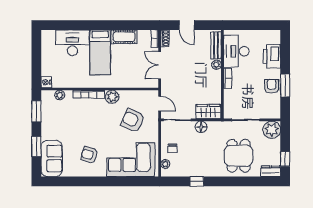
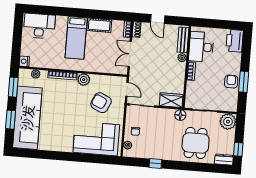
desk: (72, 43) -> (39, 26), moved
printer: (272, 56) -> (235, 41), moved
floor lamp: (201, 127) -> (180, 115), moved
armchair: (89, 155) -> (59, 131), removed
sofa: (52, 159) -> (27, 118), width x1.85, depth x1.27

